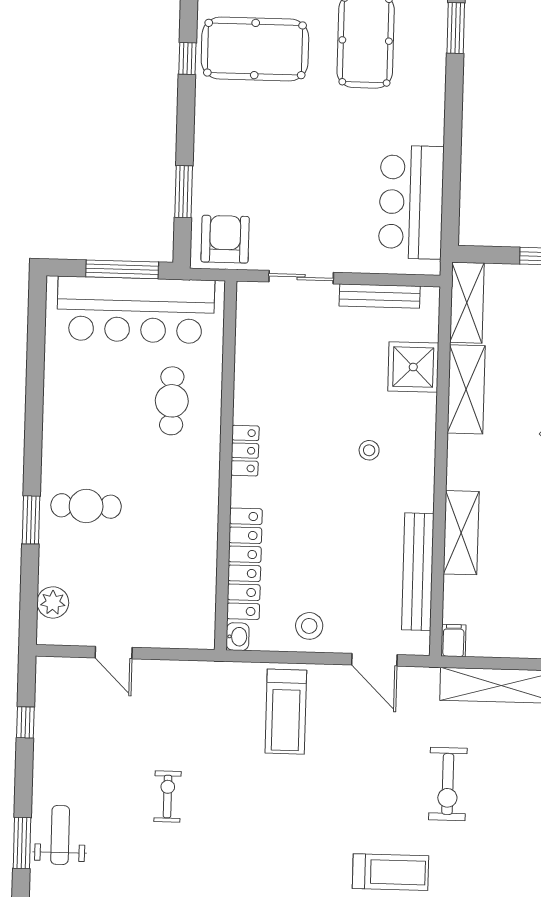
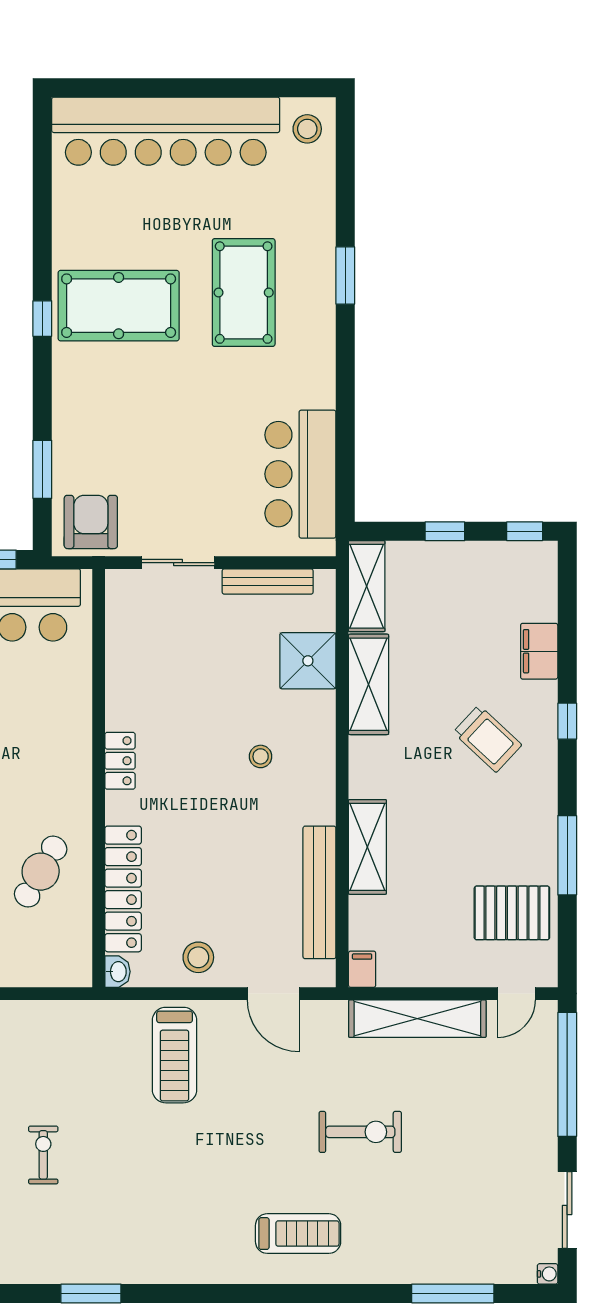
cafe table: (172, 401) -> (41, 872), moved, turned 30
exercise bike: (448, 784) -> (360, 1132), turned -90

